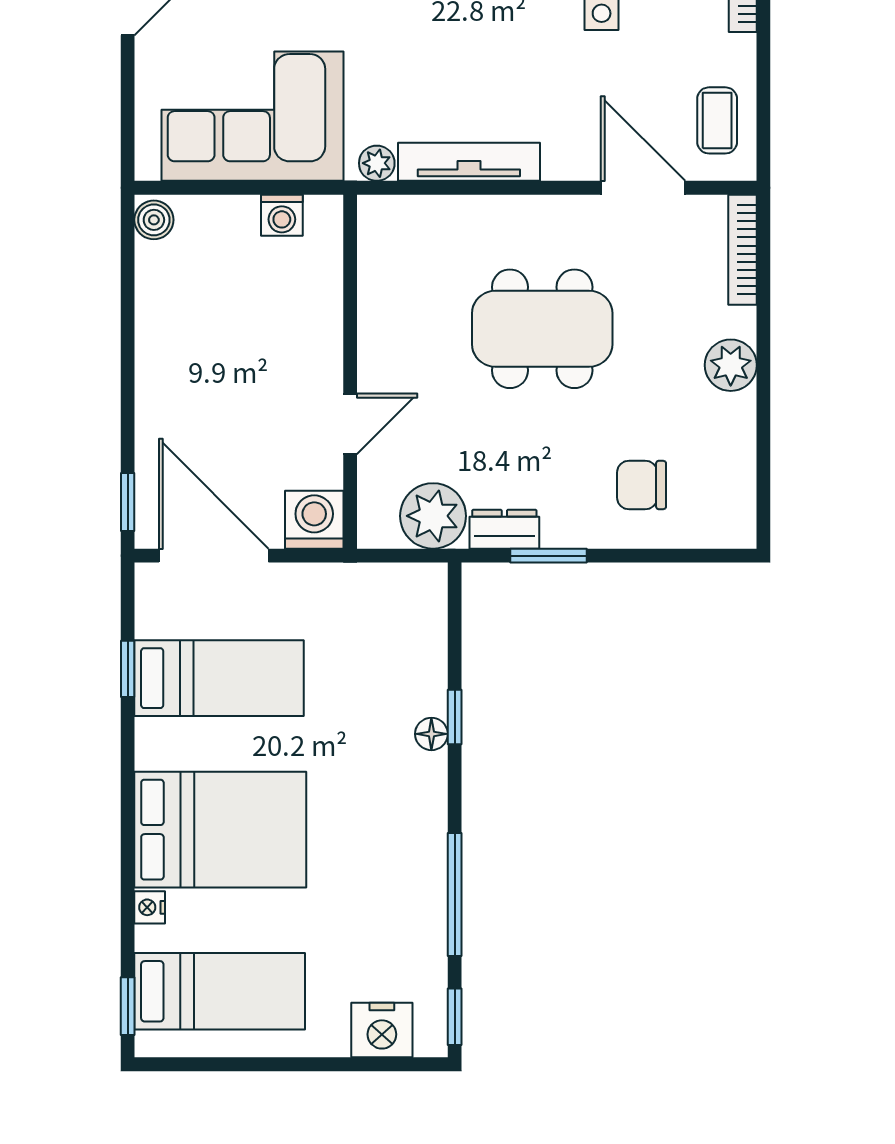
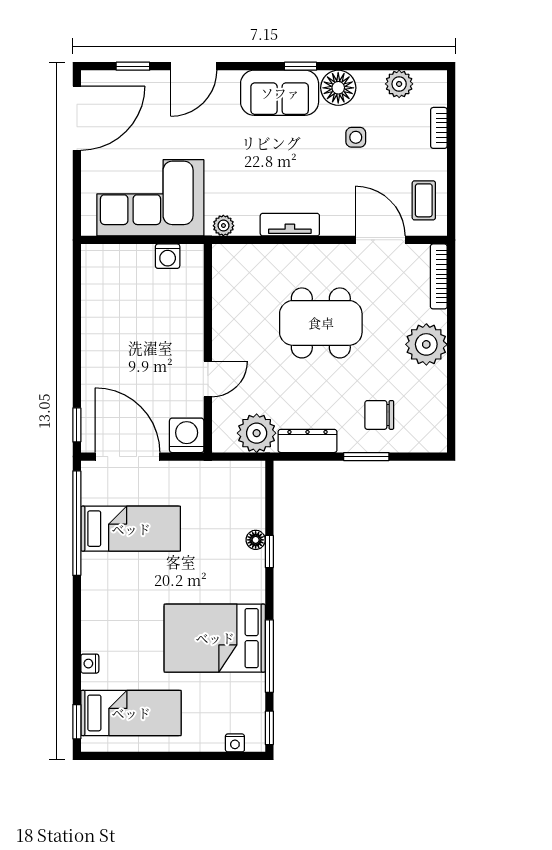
tv unit: (469, 162) -> (290, 225), width x0.71
boiler: (154, 220) -> (92, 259), removed
plant: (731, 365) -> (426, 344), width x1.36, depth x1.36
dresser: (504, 529) -> (307, 441), width x1.44
window: (548, 556) -> (366, 457), moved
window: (128, 669) -> (77, 523), width x3.17
floor lamp: (431, 734) -> (256, 540), moved
bed: (220, 830) -> (215, 638), moved, turned 180
nightstand: (382, 1030) -> (235, 743), width x0.53, depth x0.56

